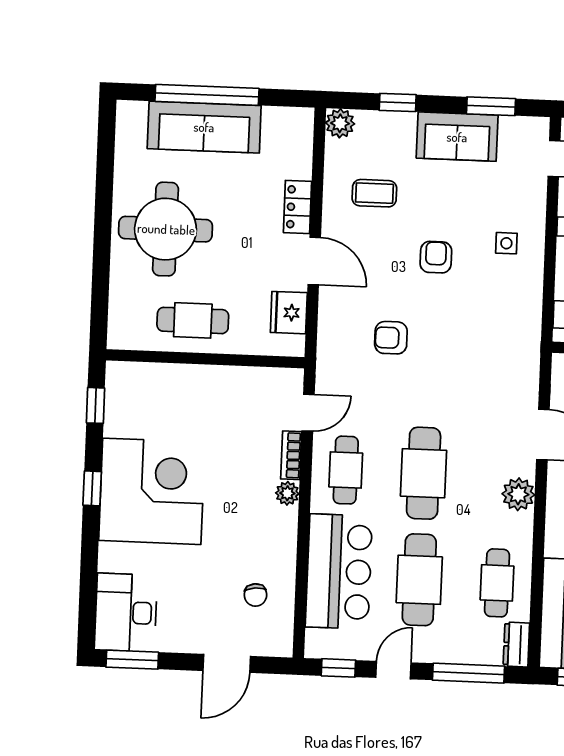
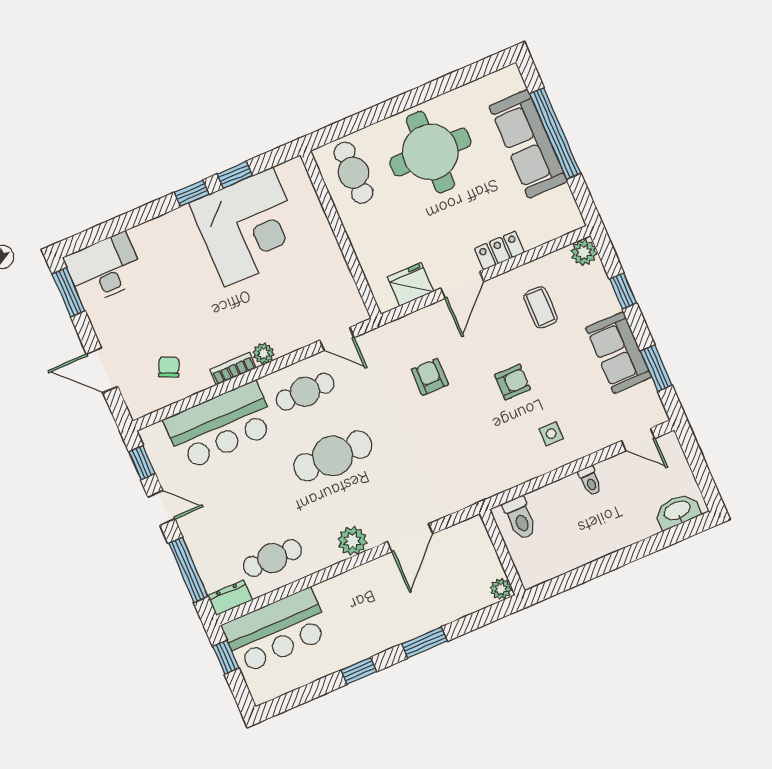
cafe table: (193, 320) -> (353, 173), moved
window: (95, 405) -> (235, 175), moved
bookcase: (291, 455) -> (233, 369), moved
corner desk: (152, 491) -> (249, 227), moved
cafe table: (419, 580) -> (245, 494), removed
chair: (255, 595) -> (169, 367), turned 121

